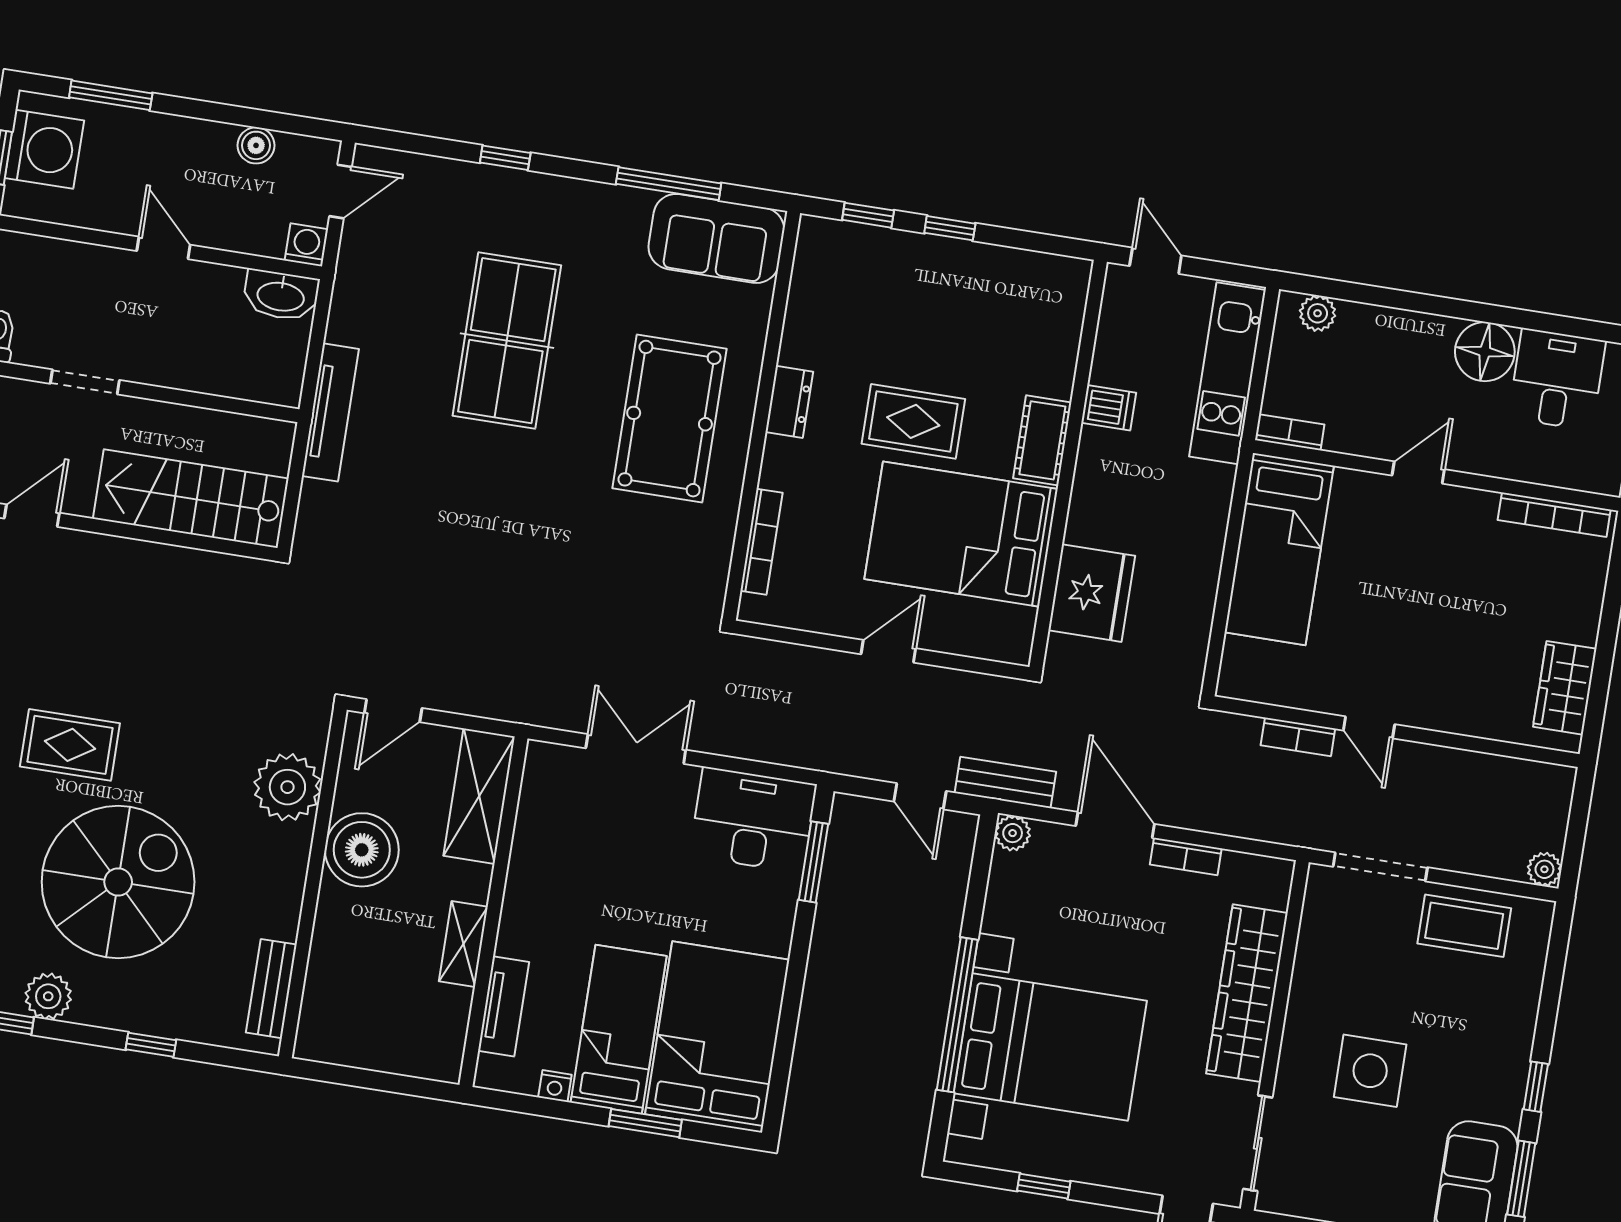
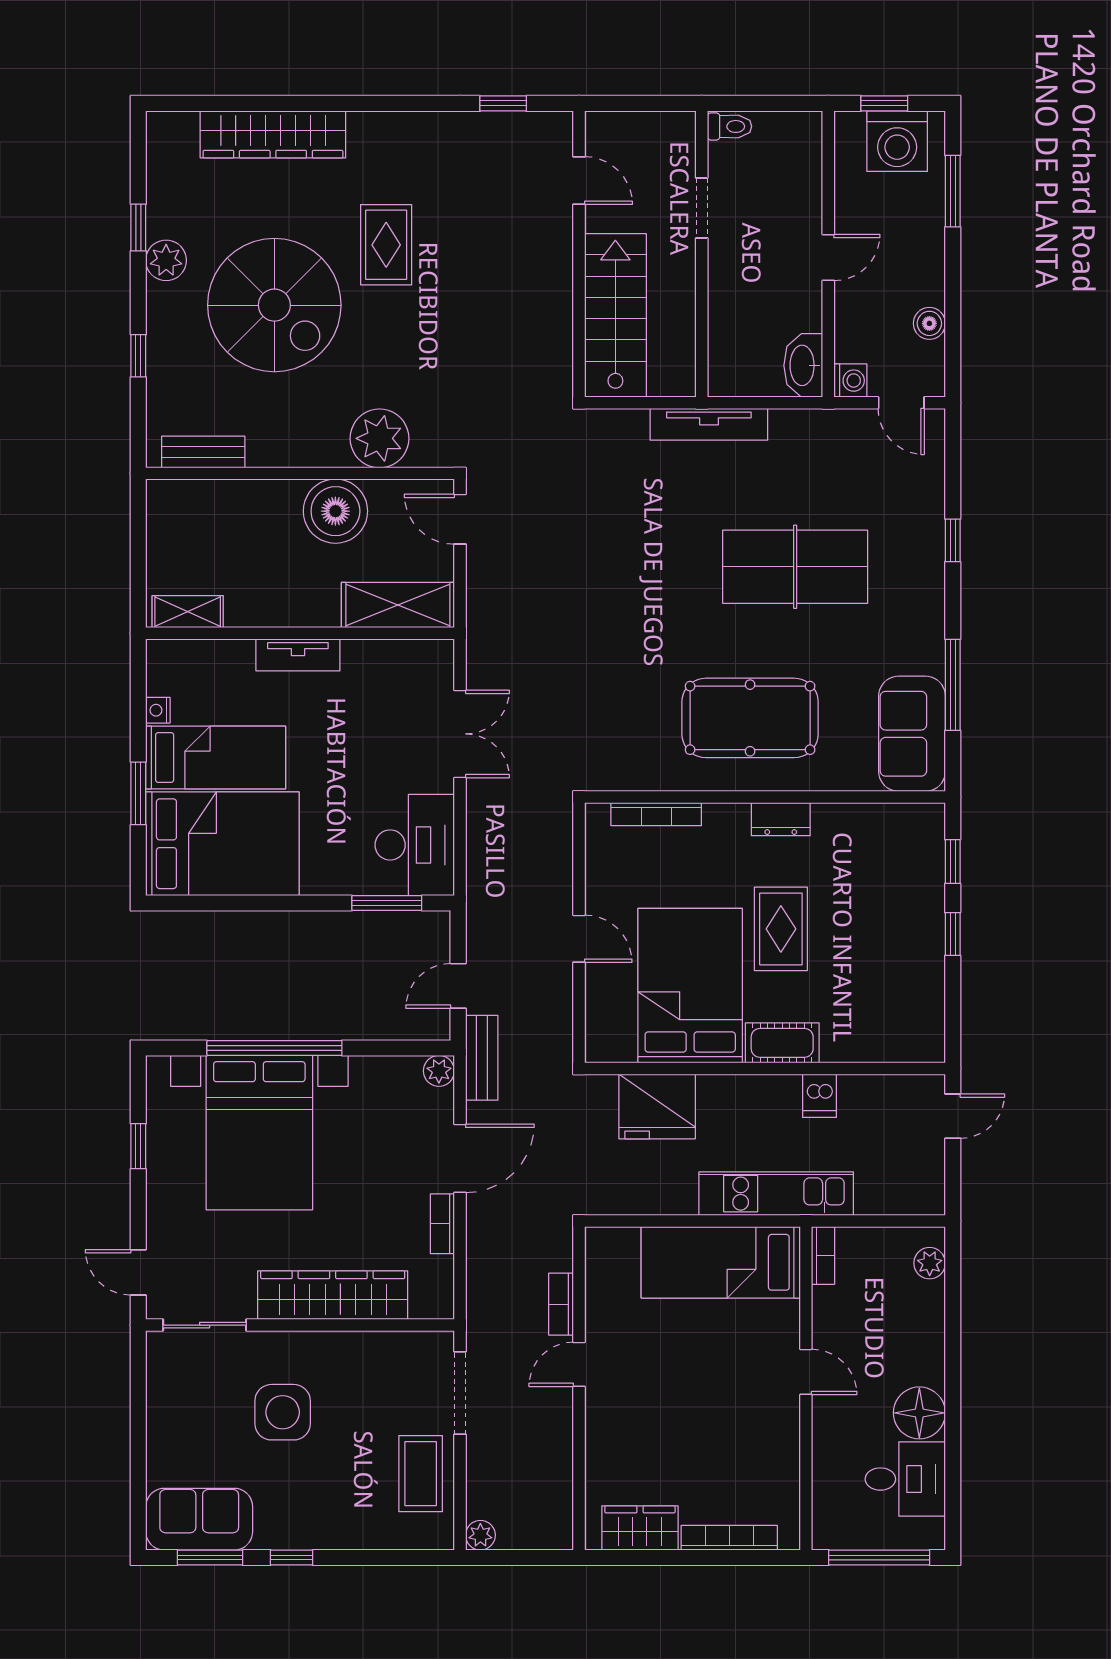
kitchen unit: (1227, 373) -> (776, 1194), moved
bookcase: (1554, 515) -> (729, 1538), moved, turned 90
shelving: (463, 944) -> (188, 612), moved
tv unit: (503, 1006) -> (298, 655), moved

